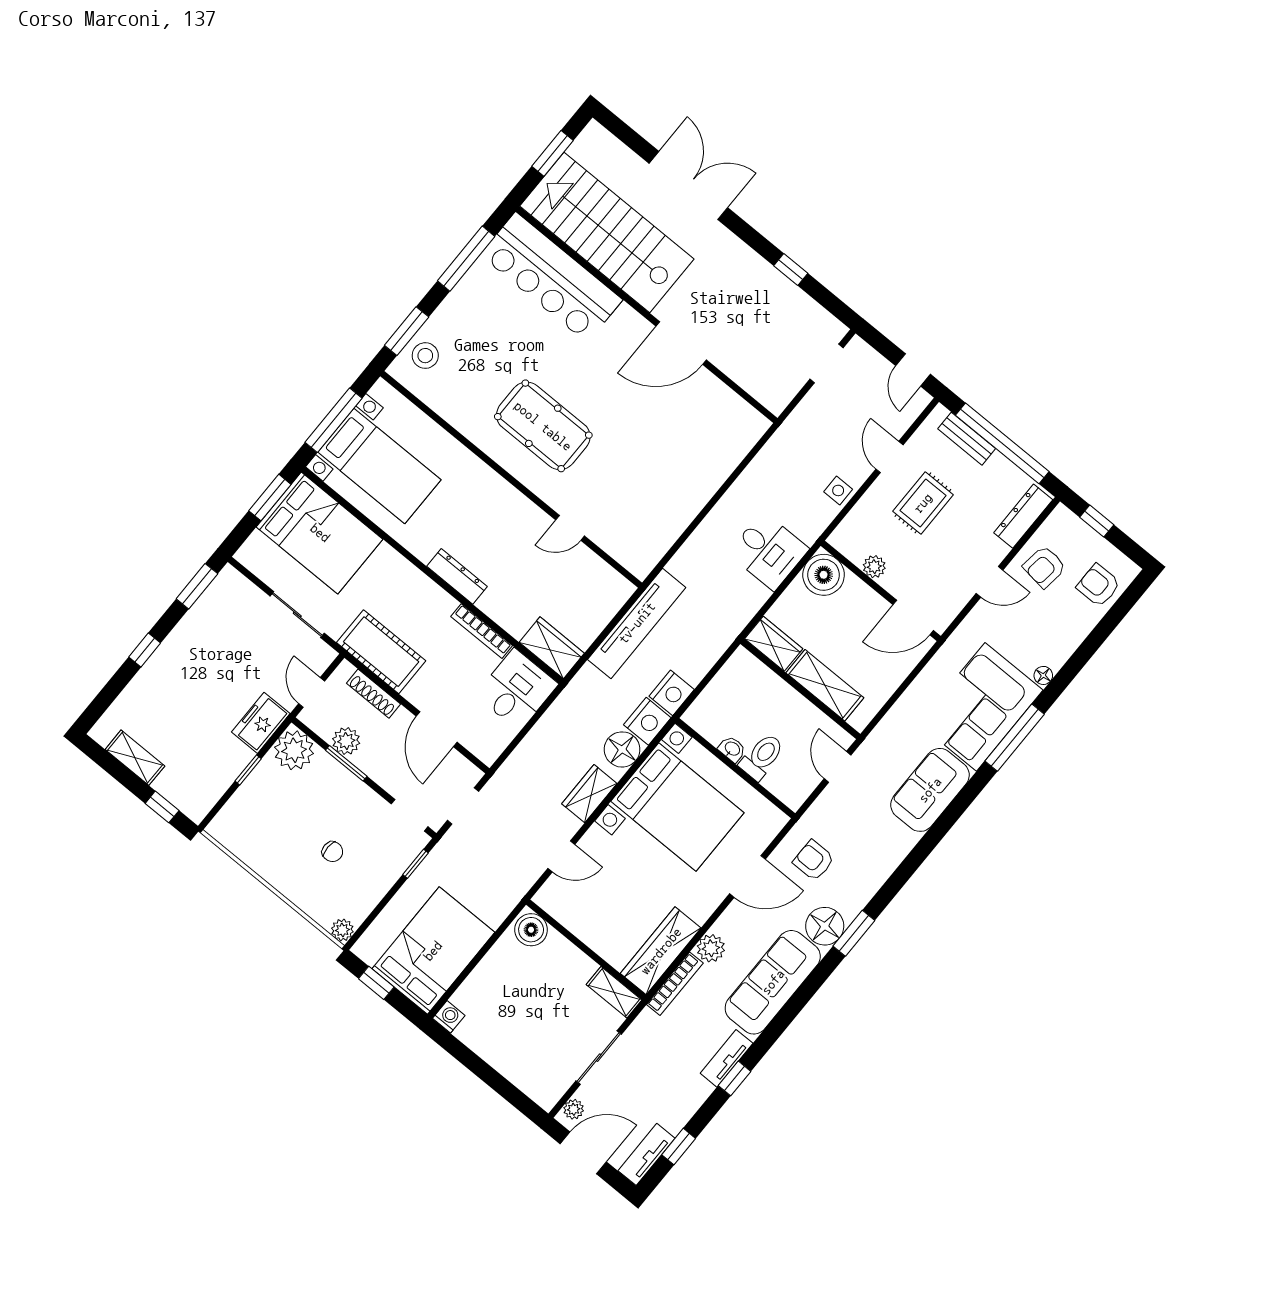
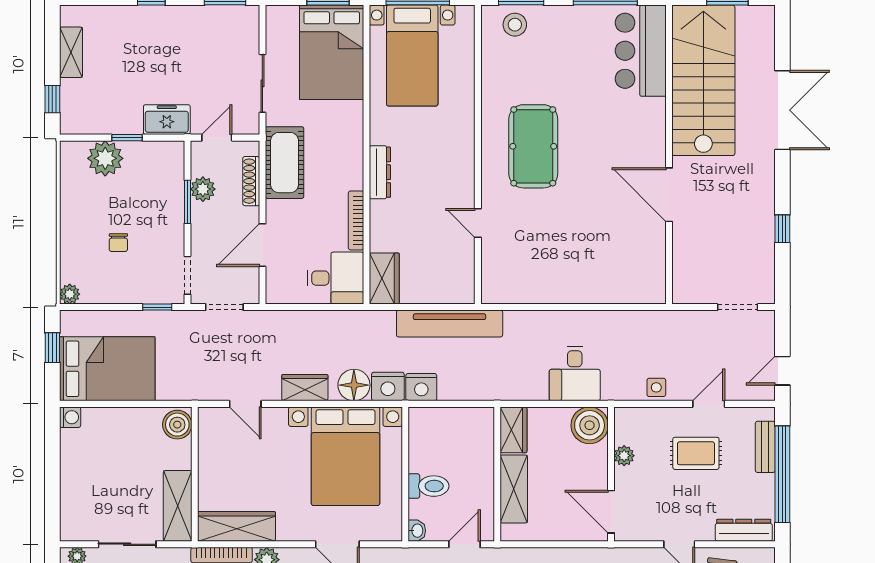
bar counter: (551, 277) -> (641, 51), width x0.73
washbasin: (732, 749) -> (417, 531), moved
plant: (294, 750) -> (105, 158), moved
shelving: (614, 992) -> (178, 506), width x1.50, depth x1.33

